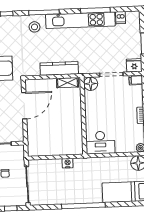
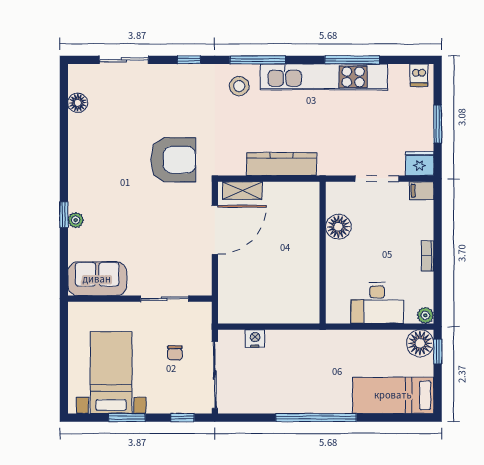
dishwasher: (120, 18) -> (419, 75), moved
shelving: (68, 83) -> (242, 191), moved
floor lamp: (91, 84) -> (338, 227), moved
desk: (100, 143) -> (377, 303), moved
nightstand: (68, 163) -> (255, 339), moved

